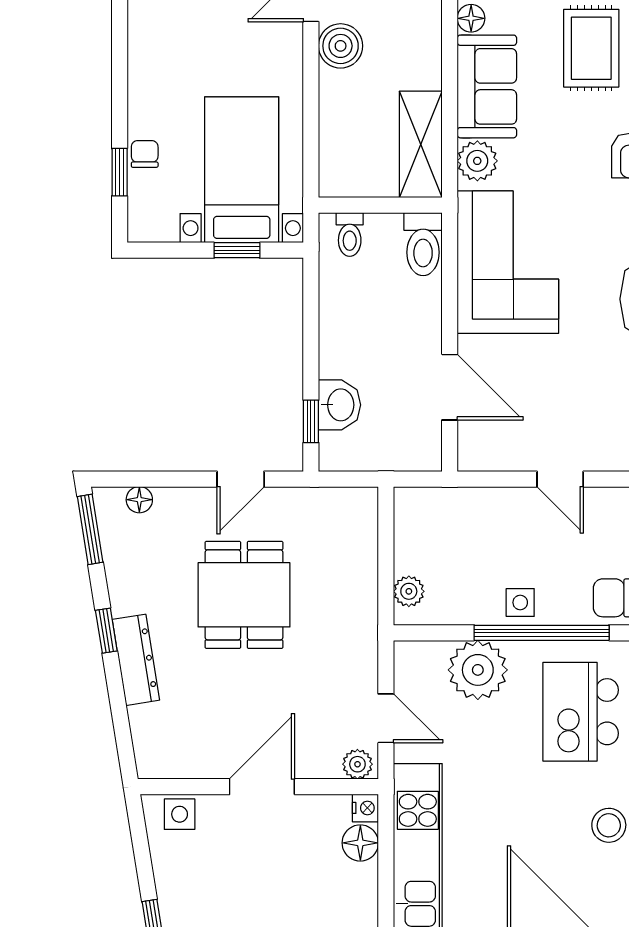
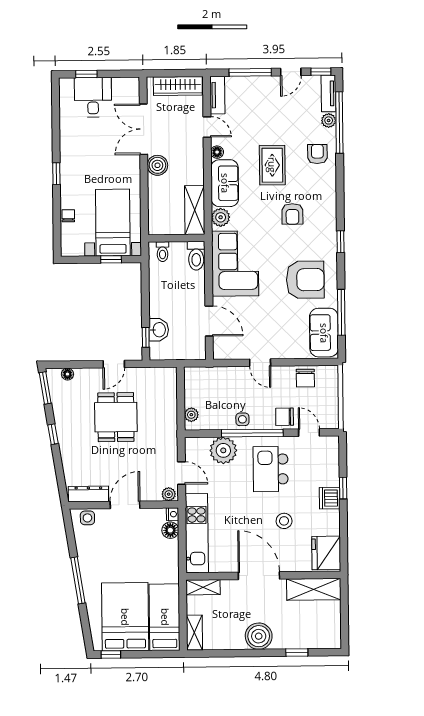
window: (120, 172) -> (56, 174), moved
dresser: (136, 660) -> (88, 494), moved, turned -81

